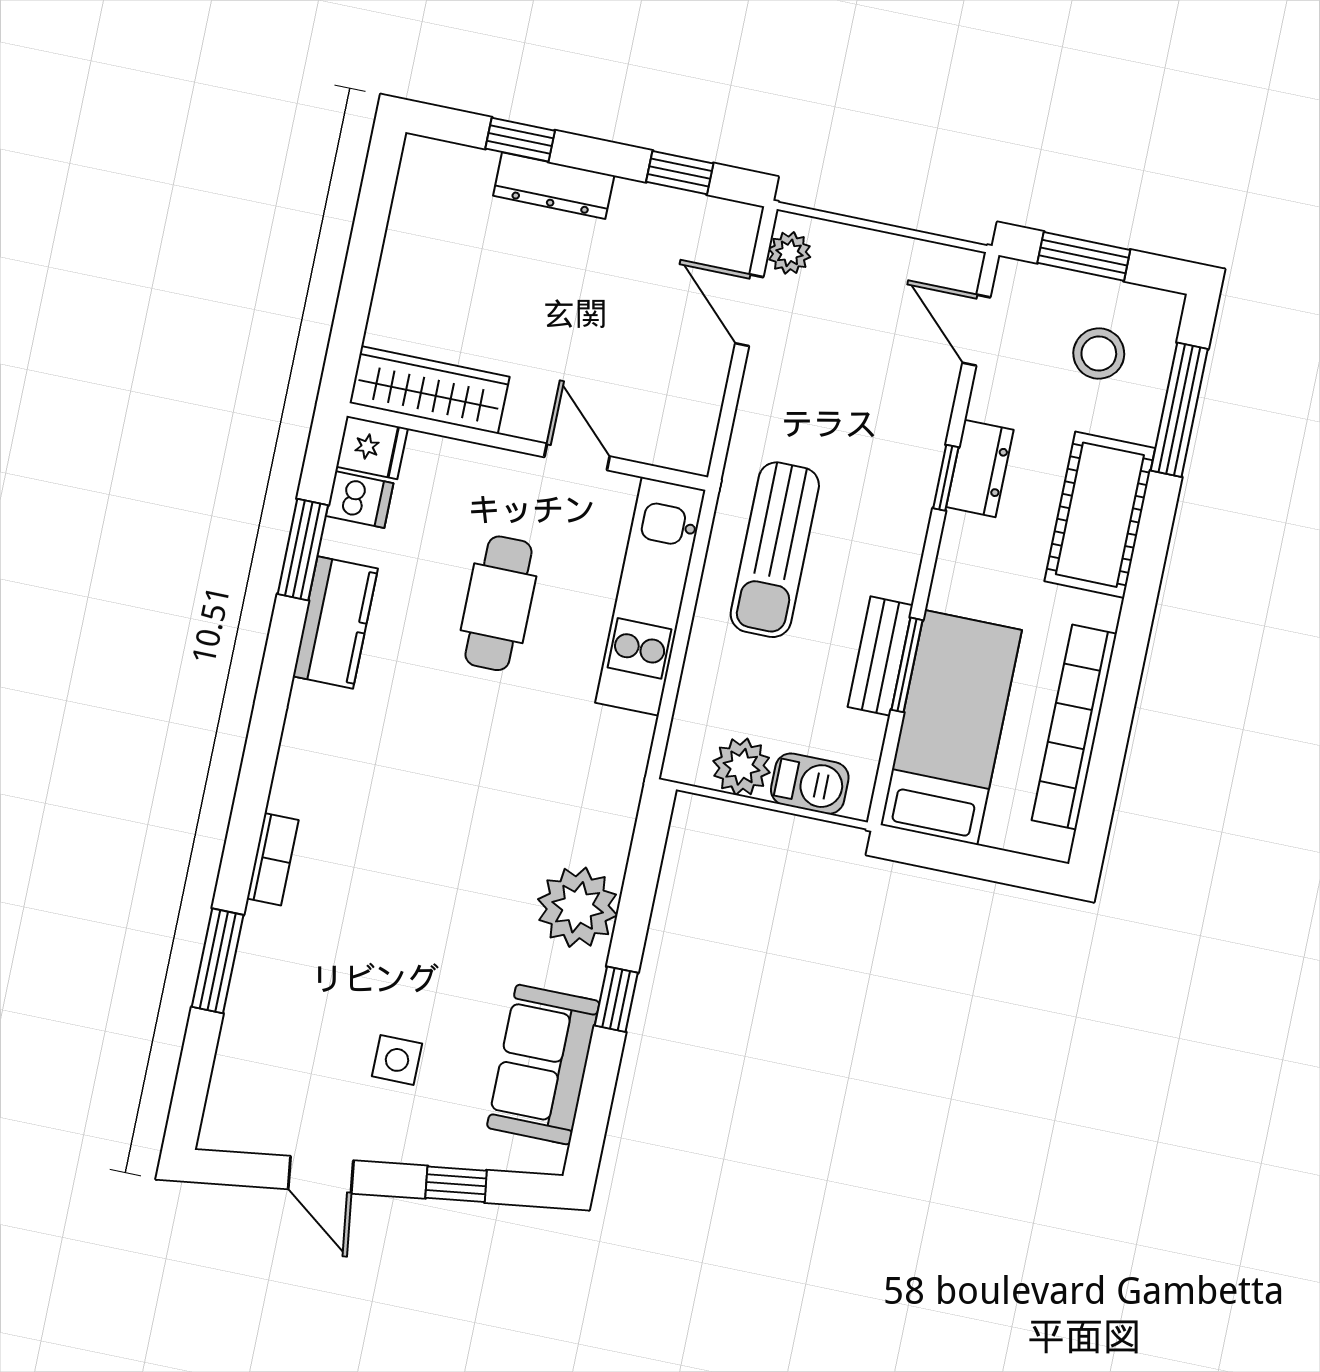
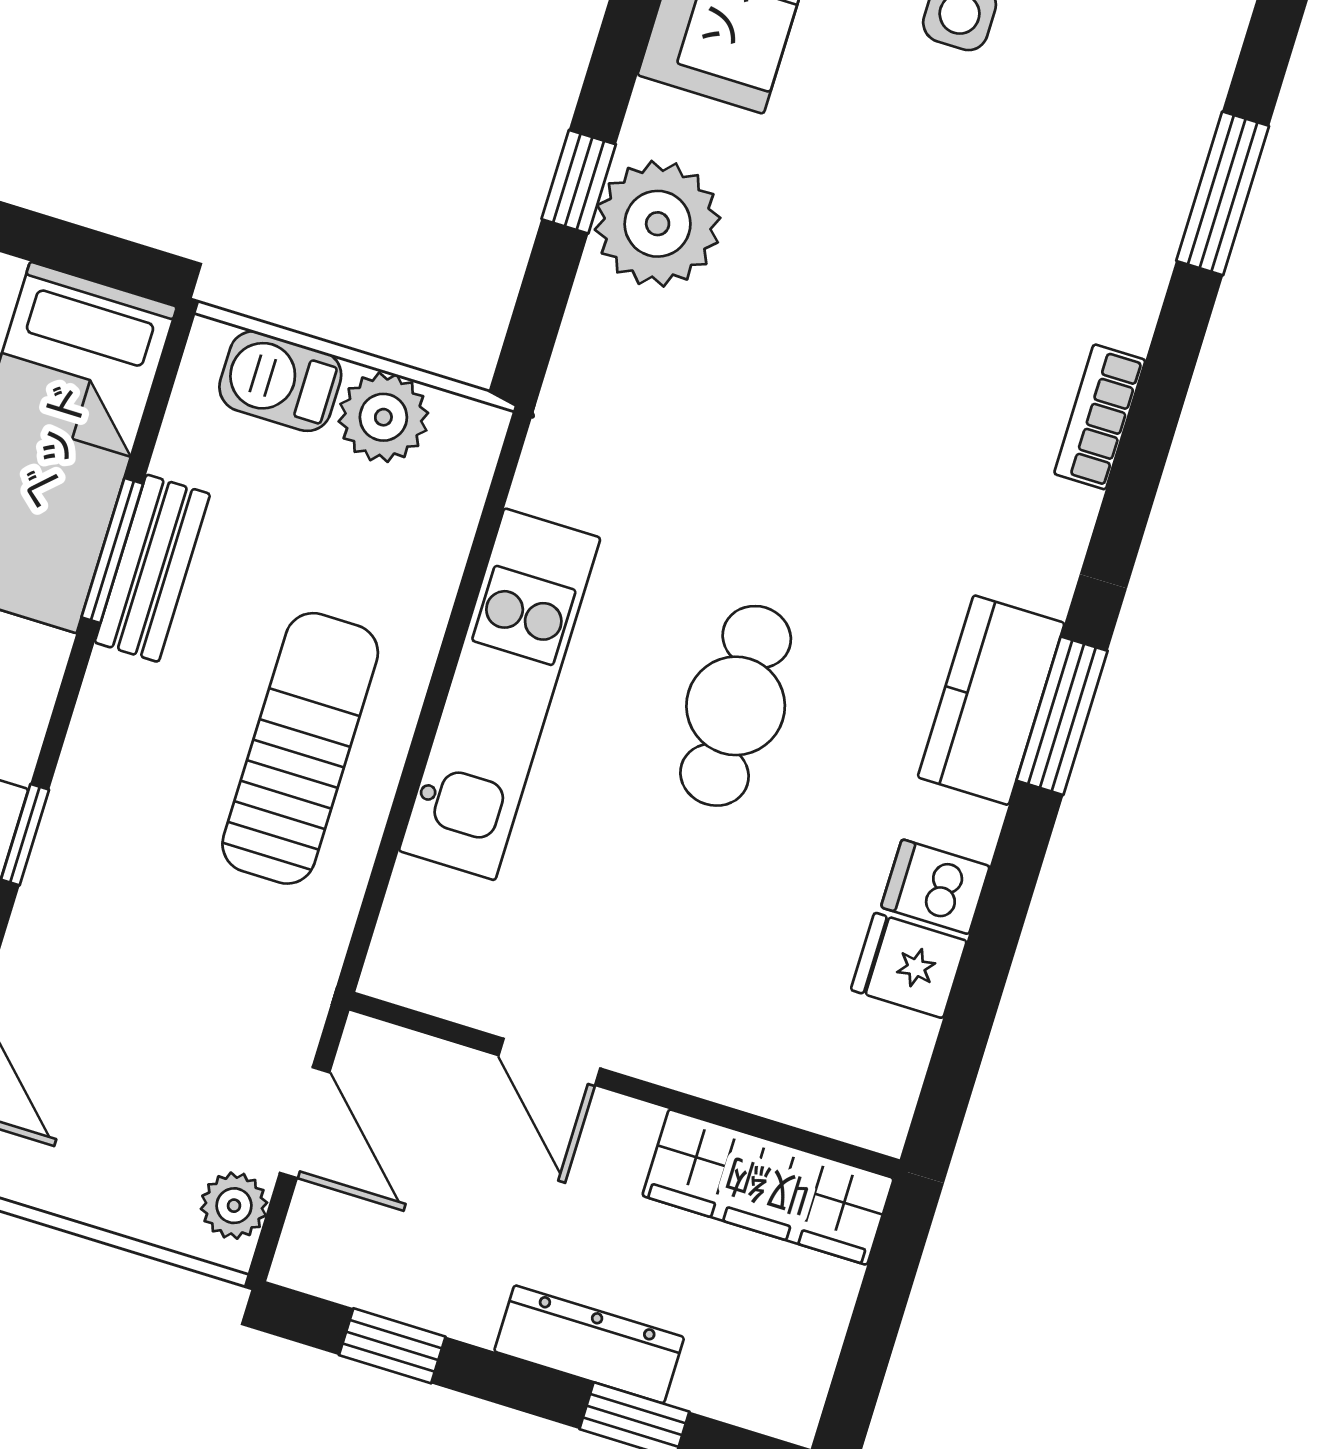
wardrobe: (429, 390) -> (768, 1187), moved
wall: (527, 447) -> (625, 1085), moved
door: (577, 457) -> (549, 1062), moved
window: (303, 550) -> (1062, 716), moved
bookcase: (273, 859) -> (1100, 417), moved
window: (616, 999) -> (579, 182), moved

